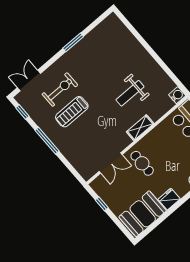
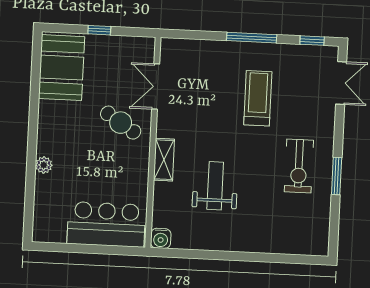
exercise bike: (60, 90) -> (299, 166), moved
cafe table: (142, 163) -> (121, 123), turned 33
fridge: (169, 199) -> (49, 114), removed
window: (102, 204) -> (99, 30), moved

